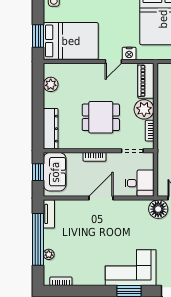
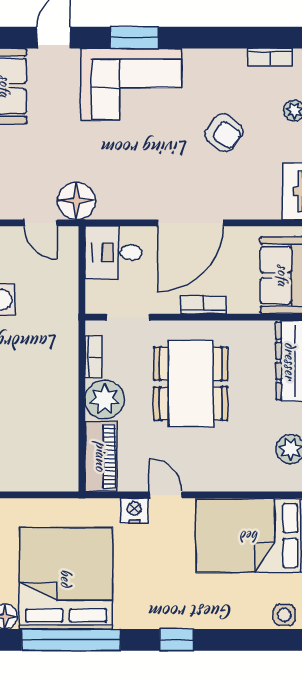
door: (113, 61) -> (166, 495), hinge flipped
dining table: (101, 117) -> (191, 384), width x1.38
door: (101, 198) -> (190, 223), width x1.36
armchair: (84, 243) -> (224, 133), added

